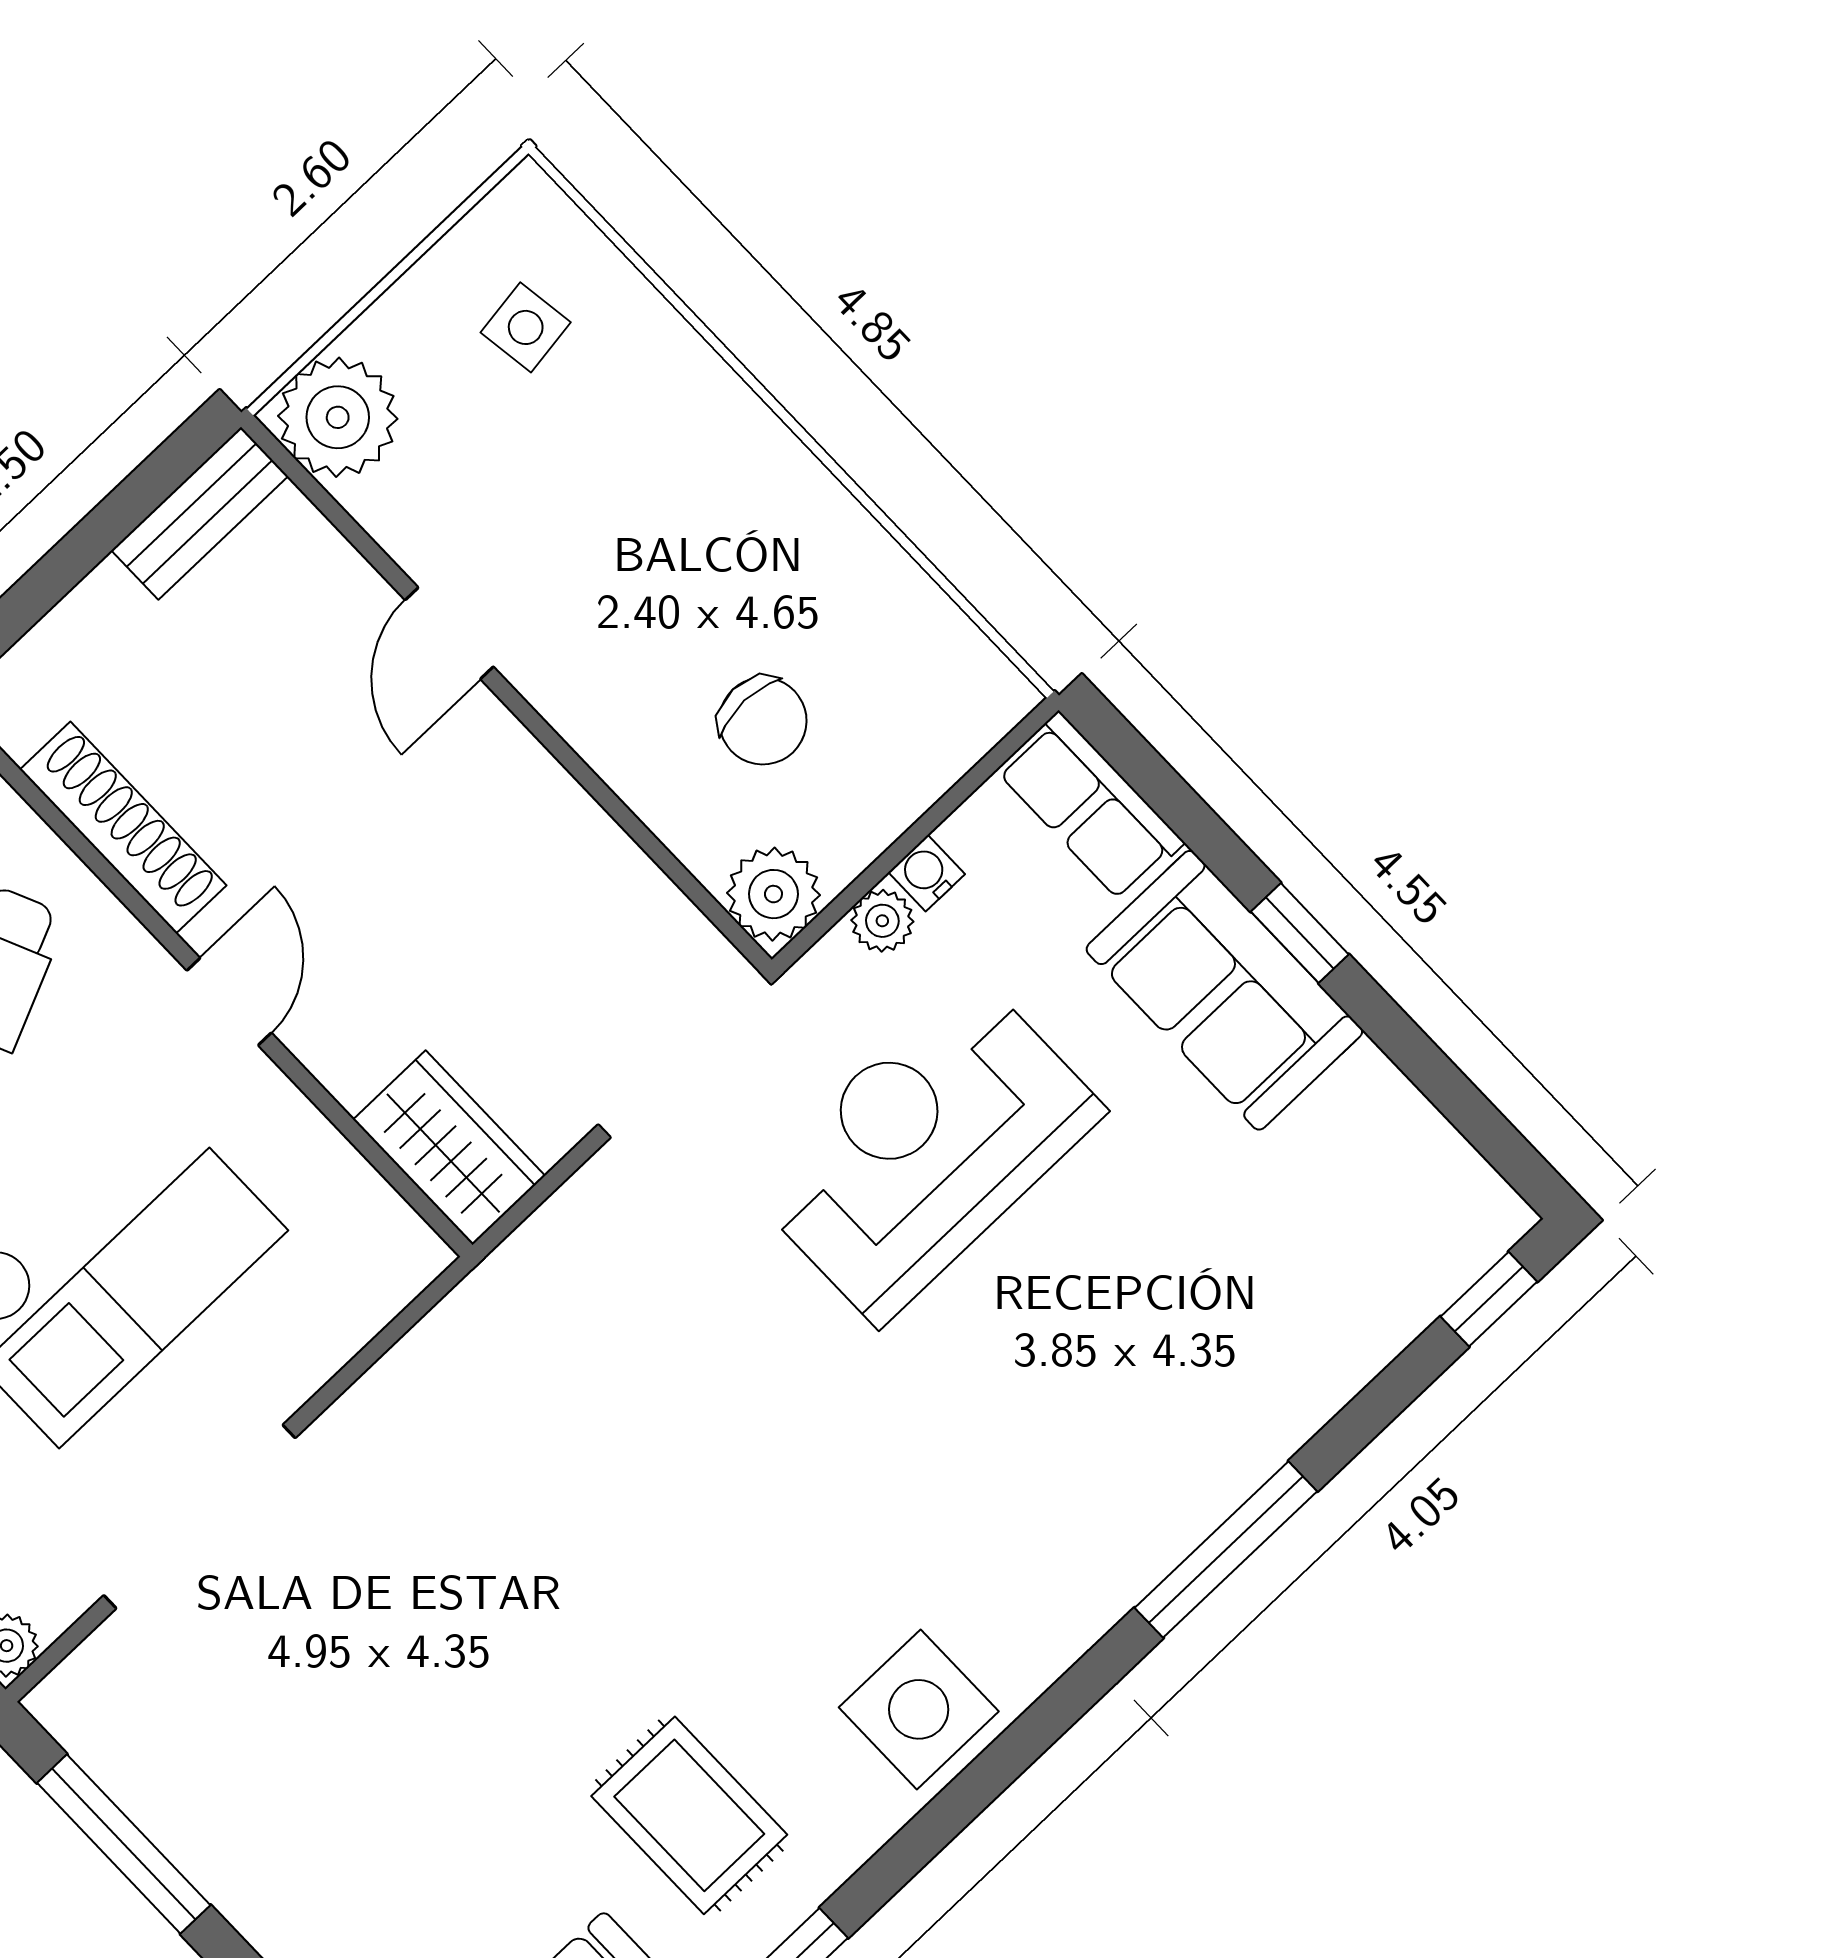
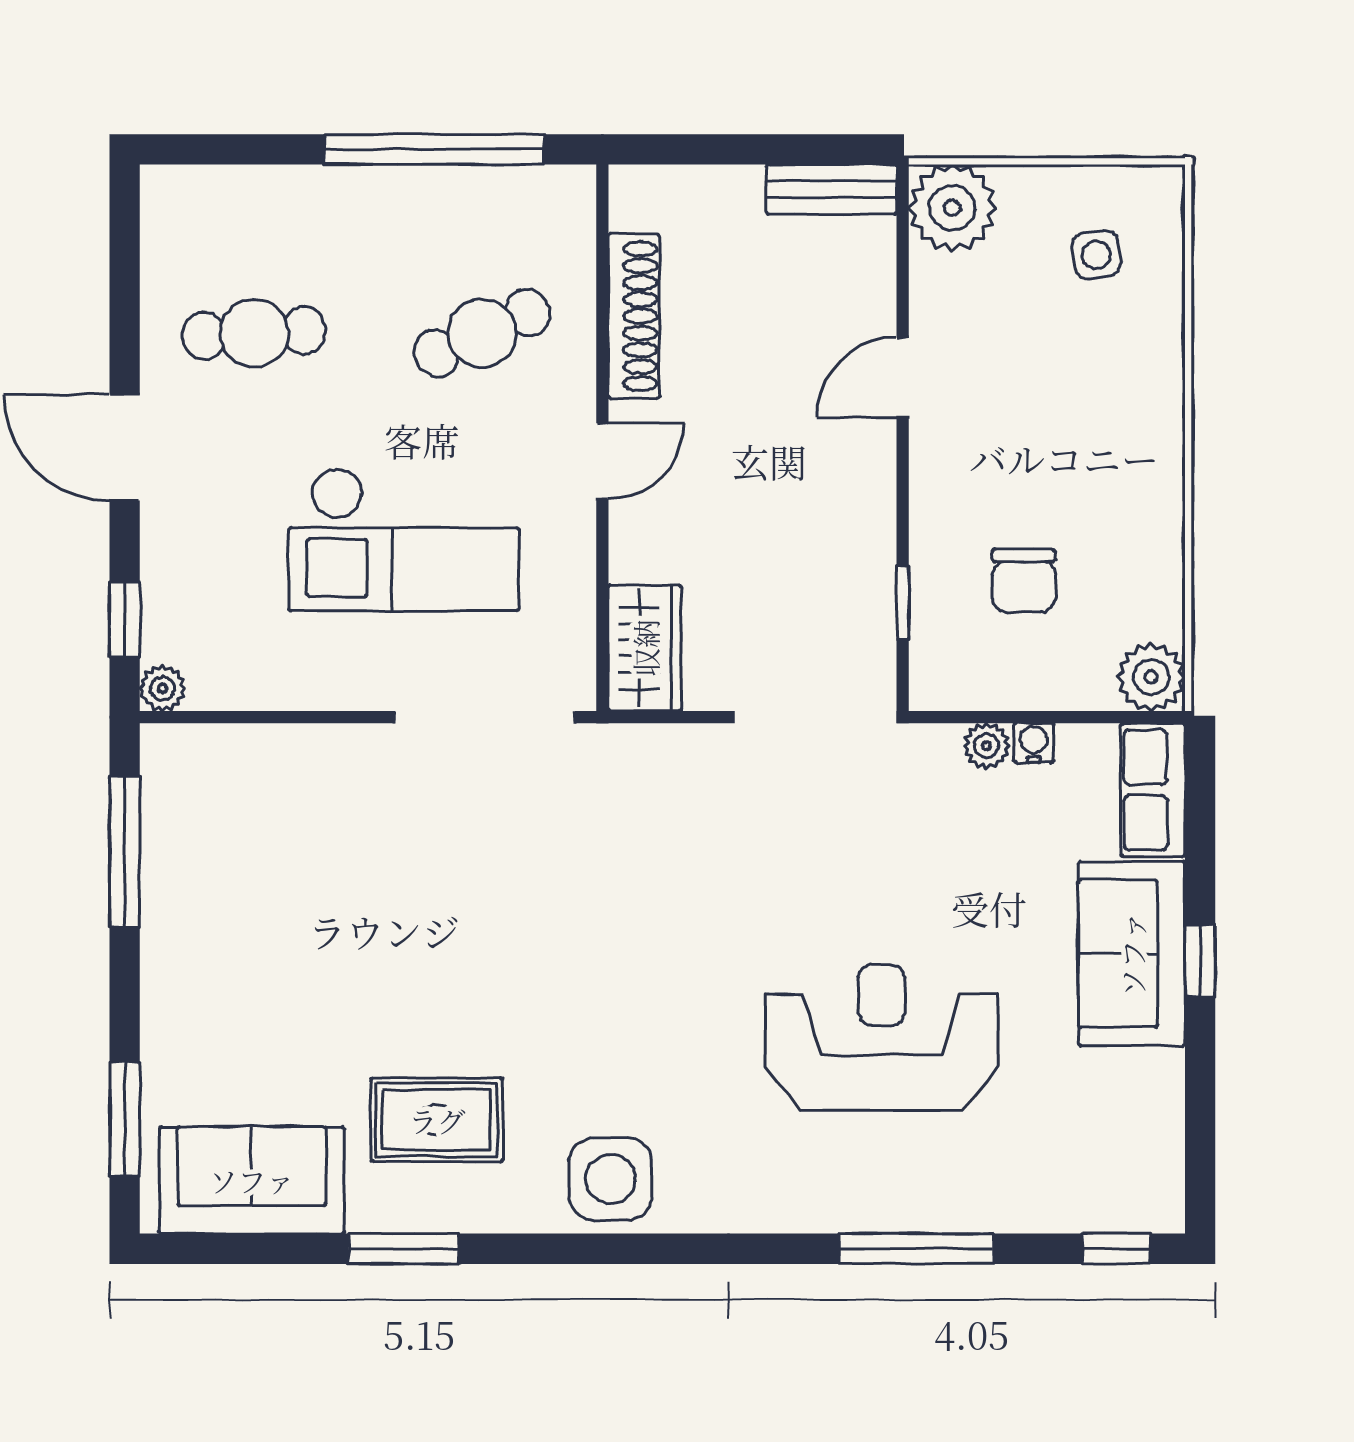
window: (663, 858) -> (903, 603), added
plant: (773, 894) -> (1151, 677), moved
reception desk: (925, 1149) -> (882, 1038), moved
doorway: (199, 1517) -> (485, 717), moved
window: (1226, 1550) -> (916, 1249), moved
rug: (689, 1815) -> (437, 1120), turned 90

